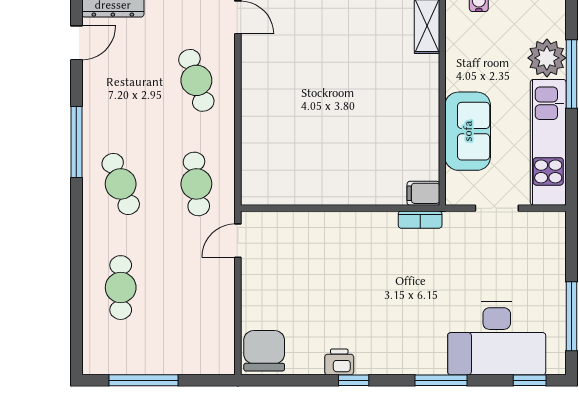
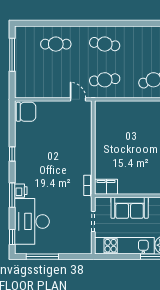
window: (76, 142) -> (124, 23), removed
cafe table: (121, 184) -> (105, 44), turned 30
filing cabinet: (423, 193) -> (106, 187), width x2.00
printer: (339, 362) -> (21, 191), moved

